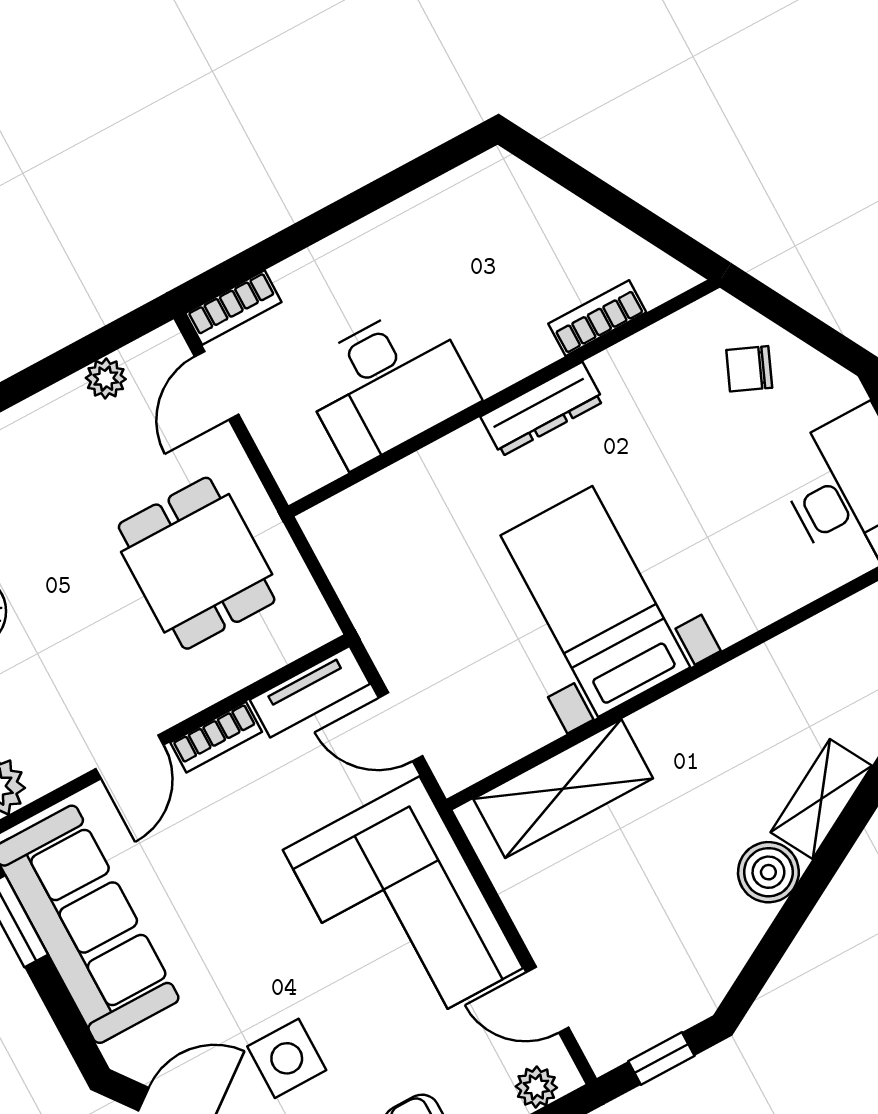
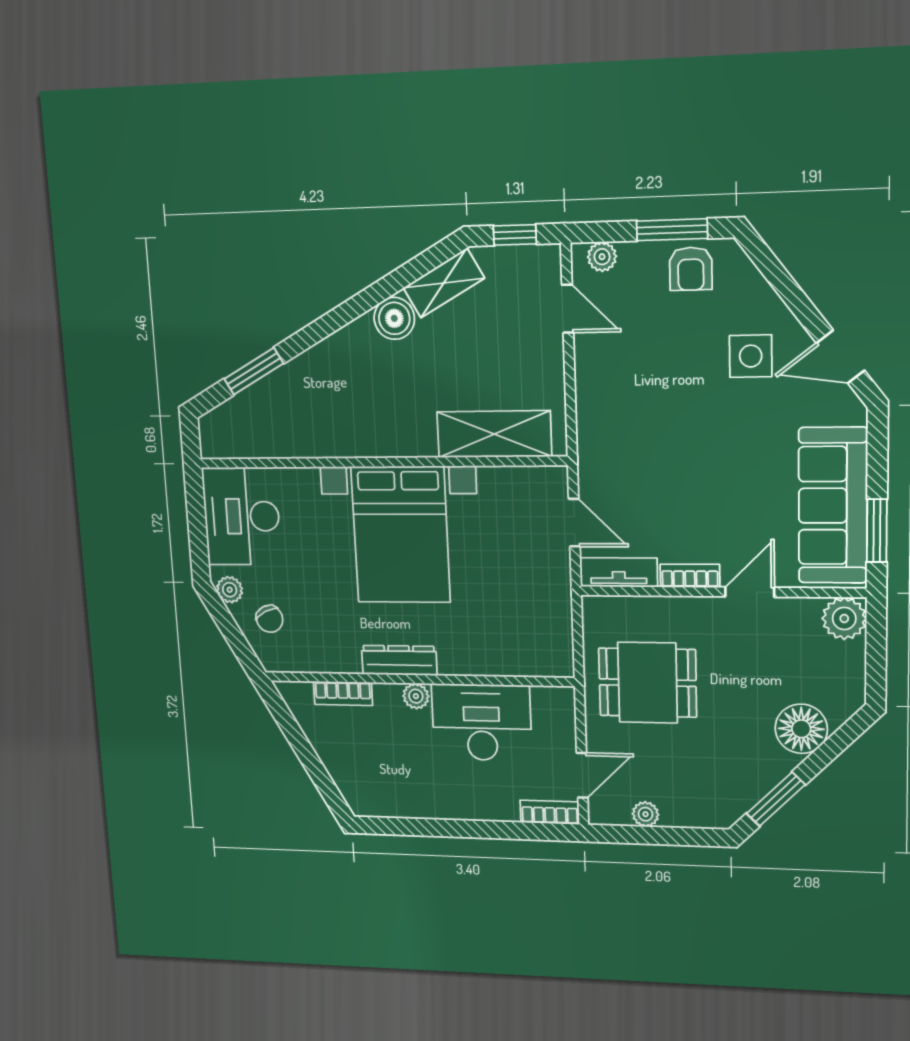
chair: (749, 369) -> (270, 619), turned 40
plant: (495, 371) -> (416, 696), added
plant: (825, 380) -> (230, 590), added
dining table: (197, 563) -> (648, 683), turned 90
bed with nightstands: (595, 601) -> (401, 535), width x1.36
shelving: (821, 799) -> (444, 283), moved
corner sofa: (403, 909) -> (629, 412), removed

